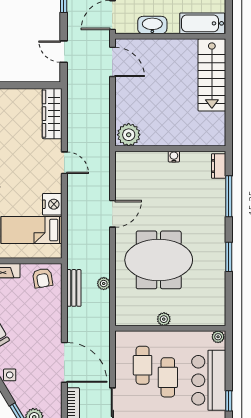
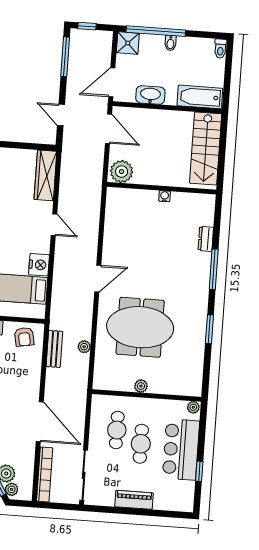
plant: (129, 135) -> (122, 172), moved
wall: (170, 149) -> (161, 188), moved
water cooler: (174, 157) -> (165, 196), moved

